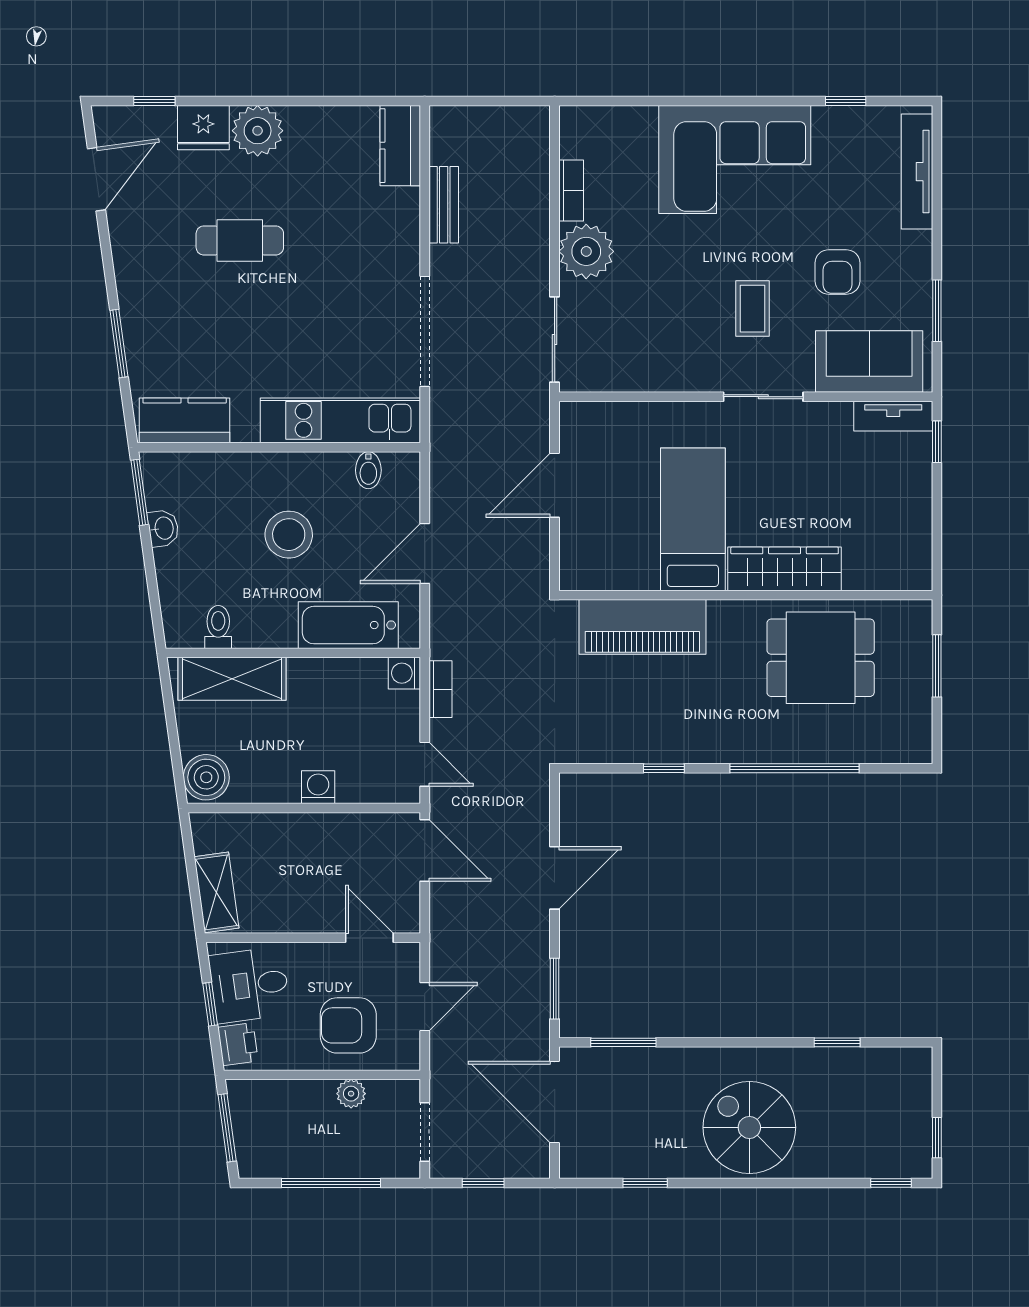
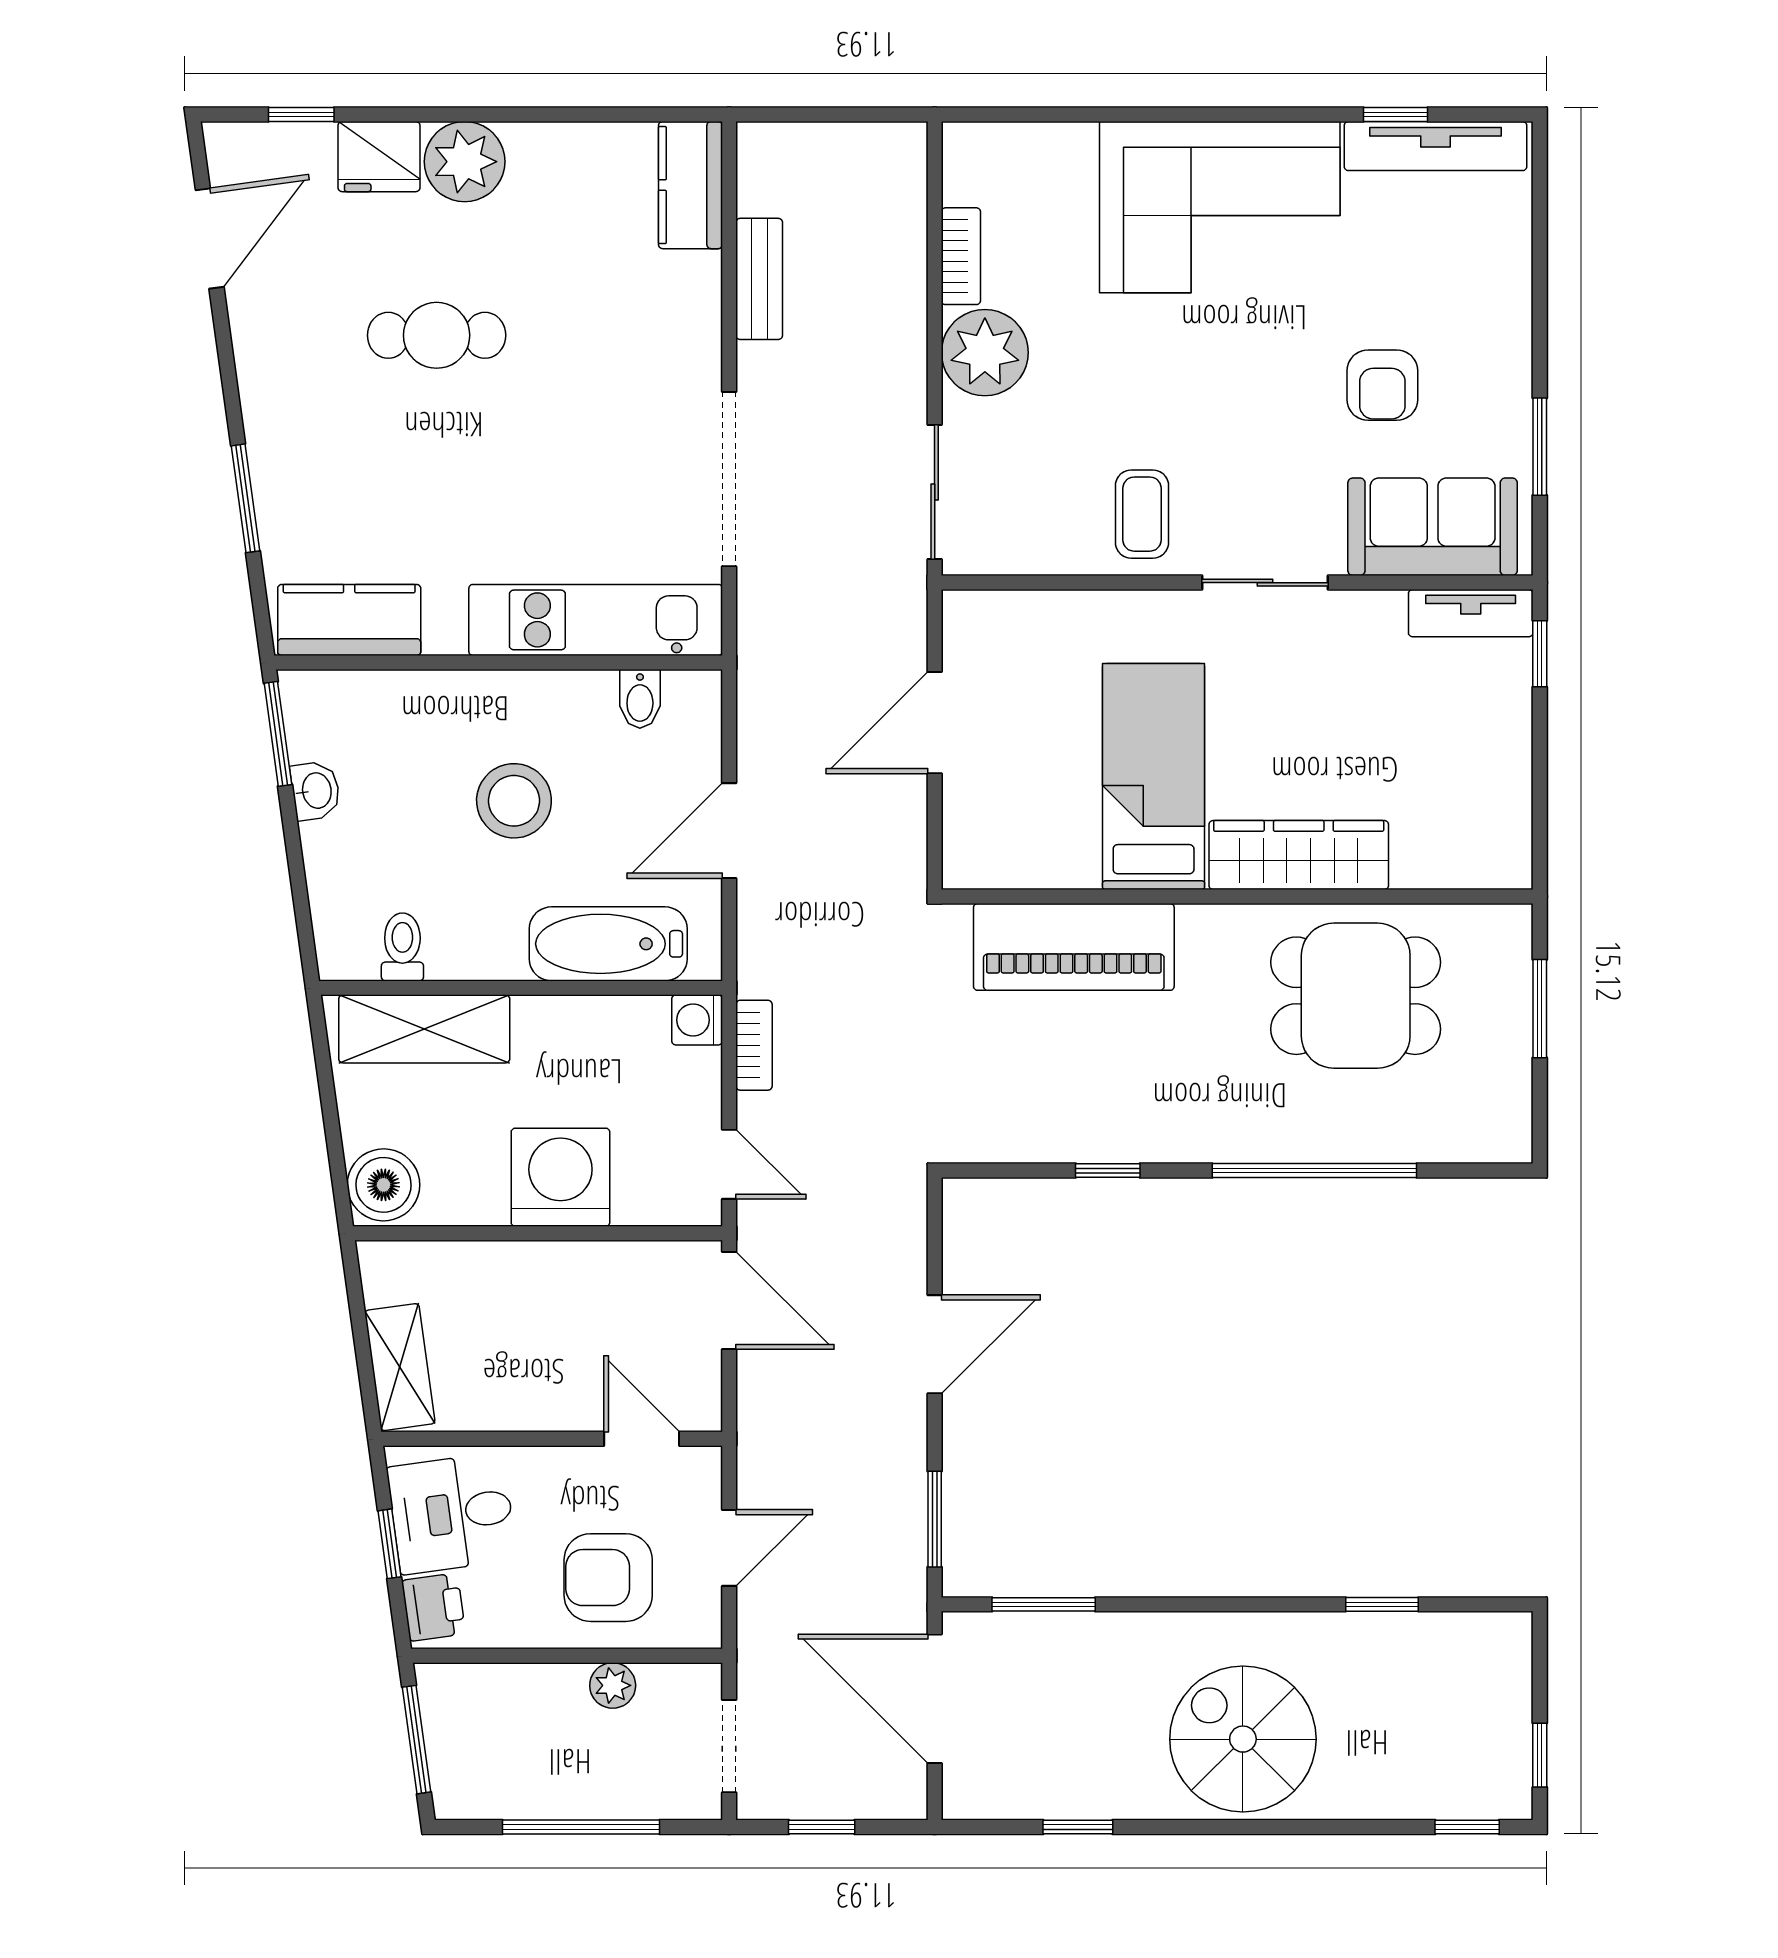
tv unit: (917, 172) -> (1435, 146), moved, turned -90
coffee table: (753, 309) -> (1142, 514), moved
washing machine: (318, 787) -> (560, 1177), width x1.89, depth x1.89

